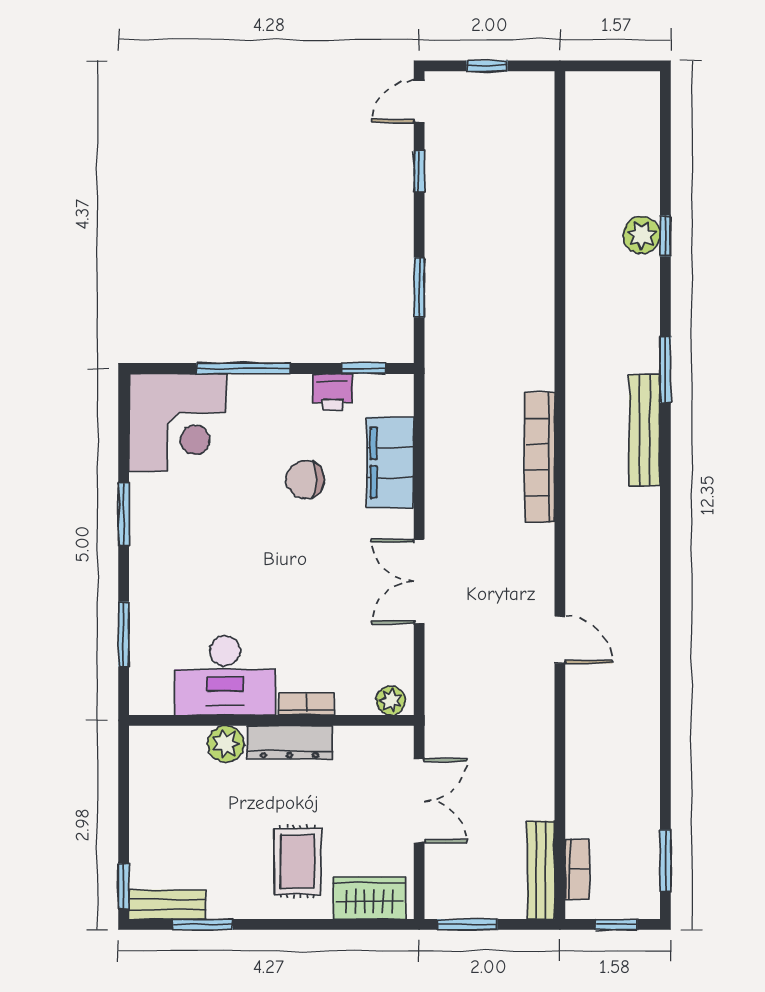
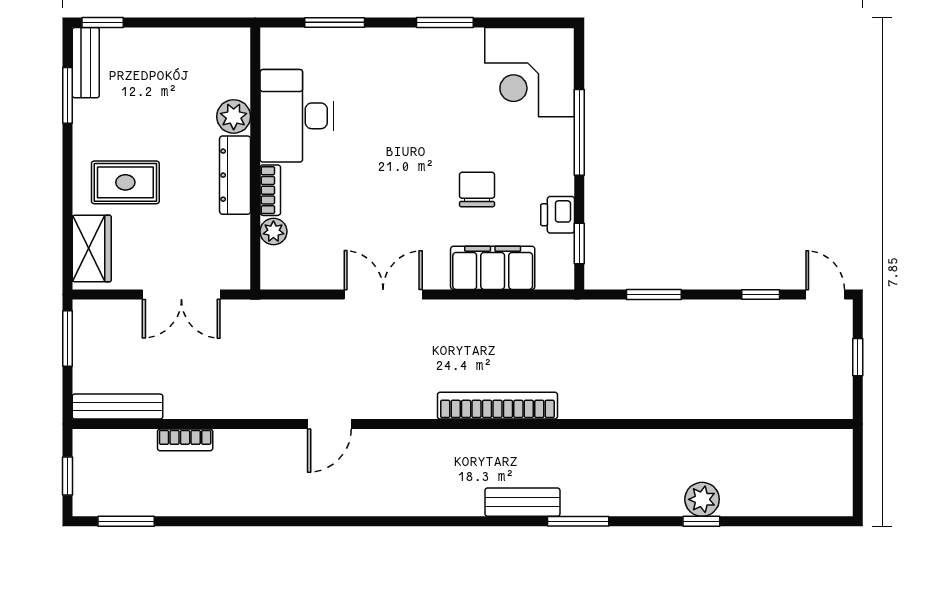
bench: (645, 430) -> (522, 502), width x0.73
plant: (391, 701) -> (273, 231), moved
bookcase: (577, 869) -> (185, 440), moved

